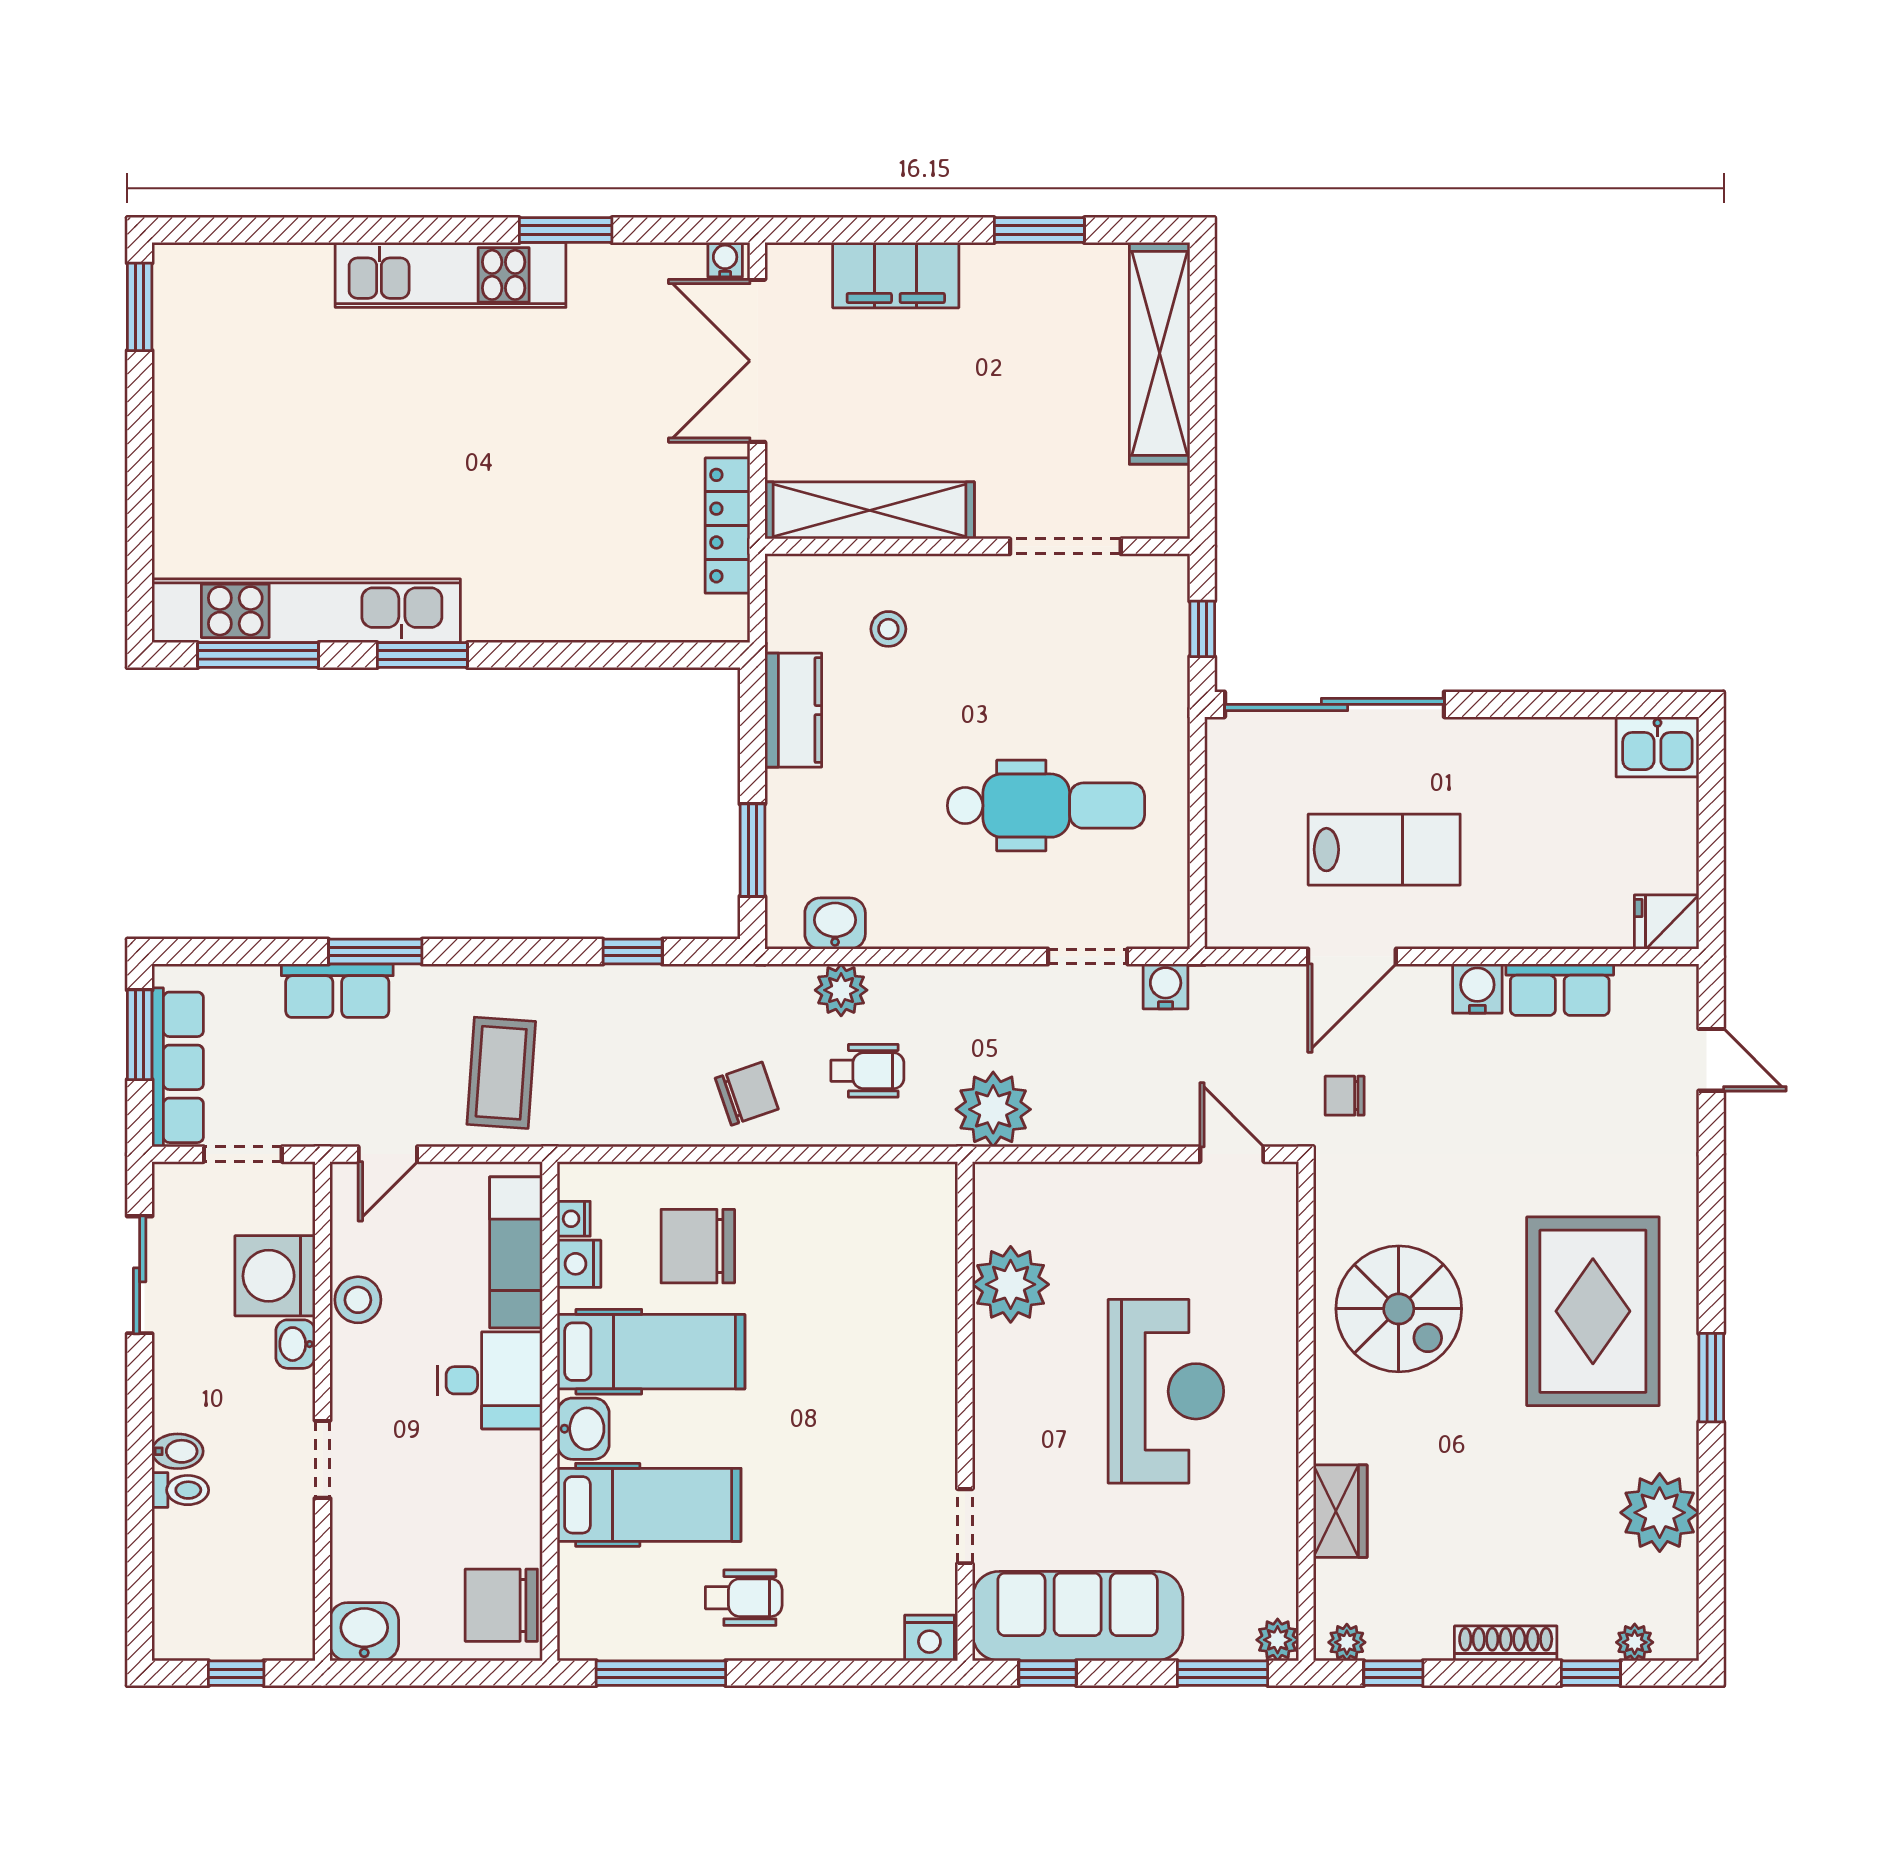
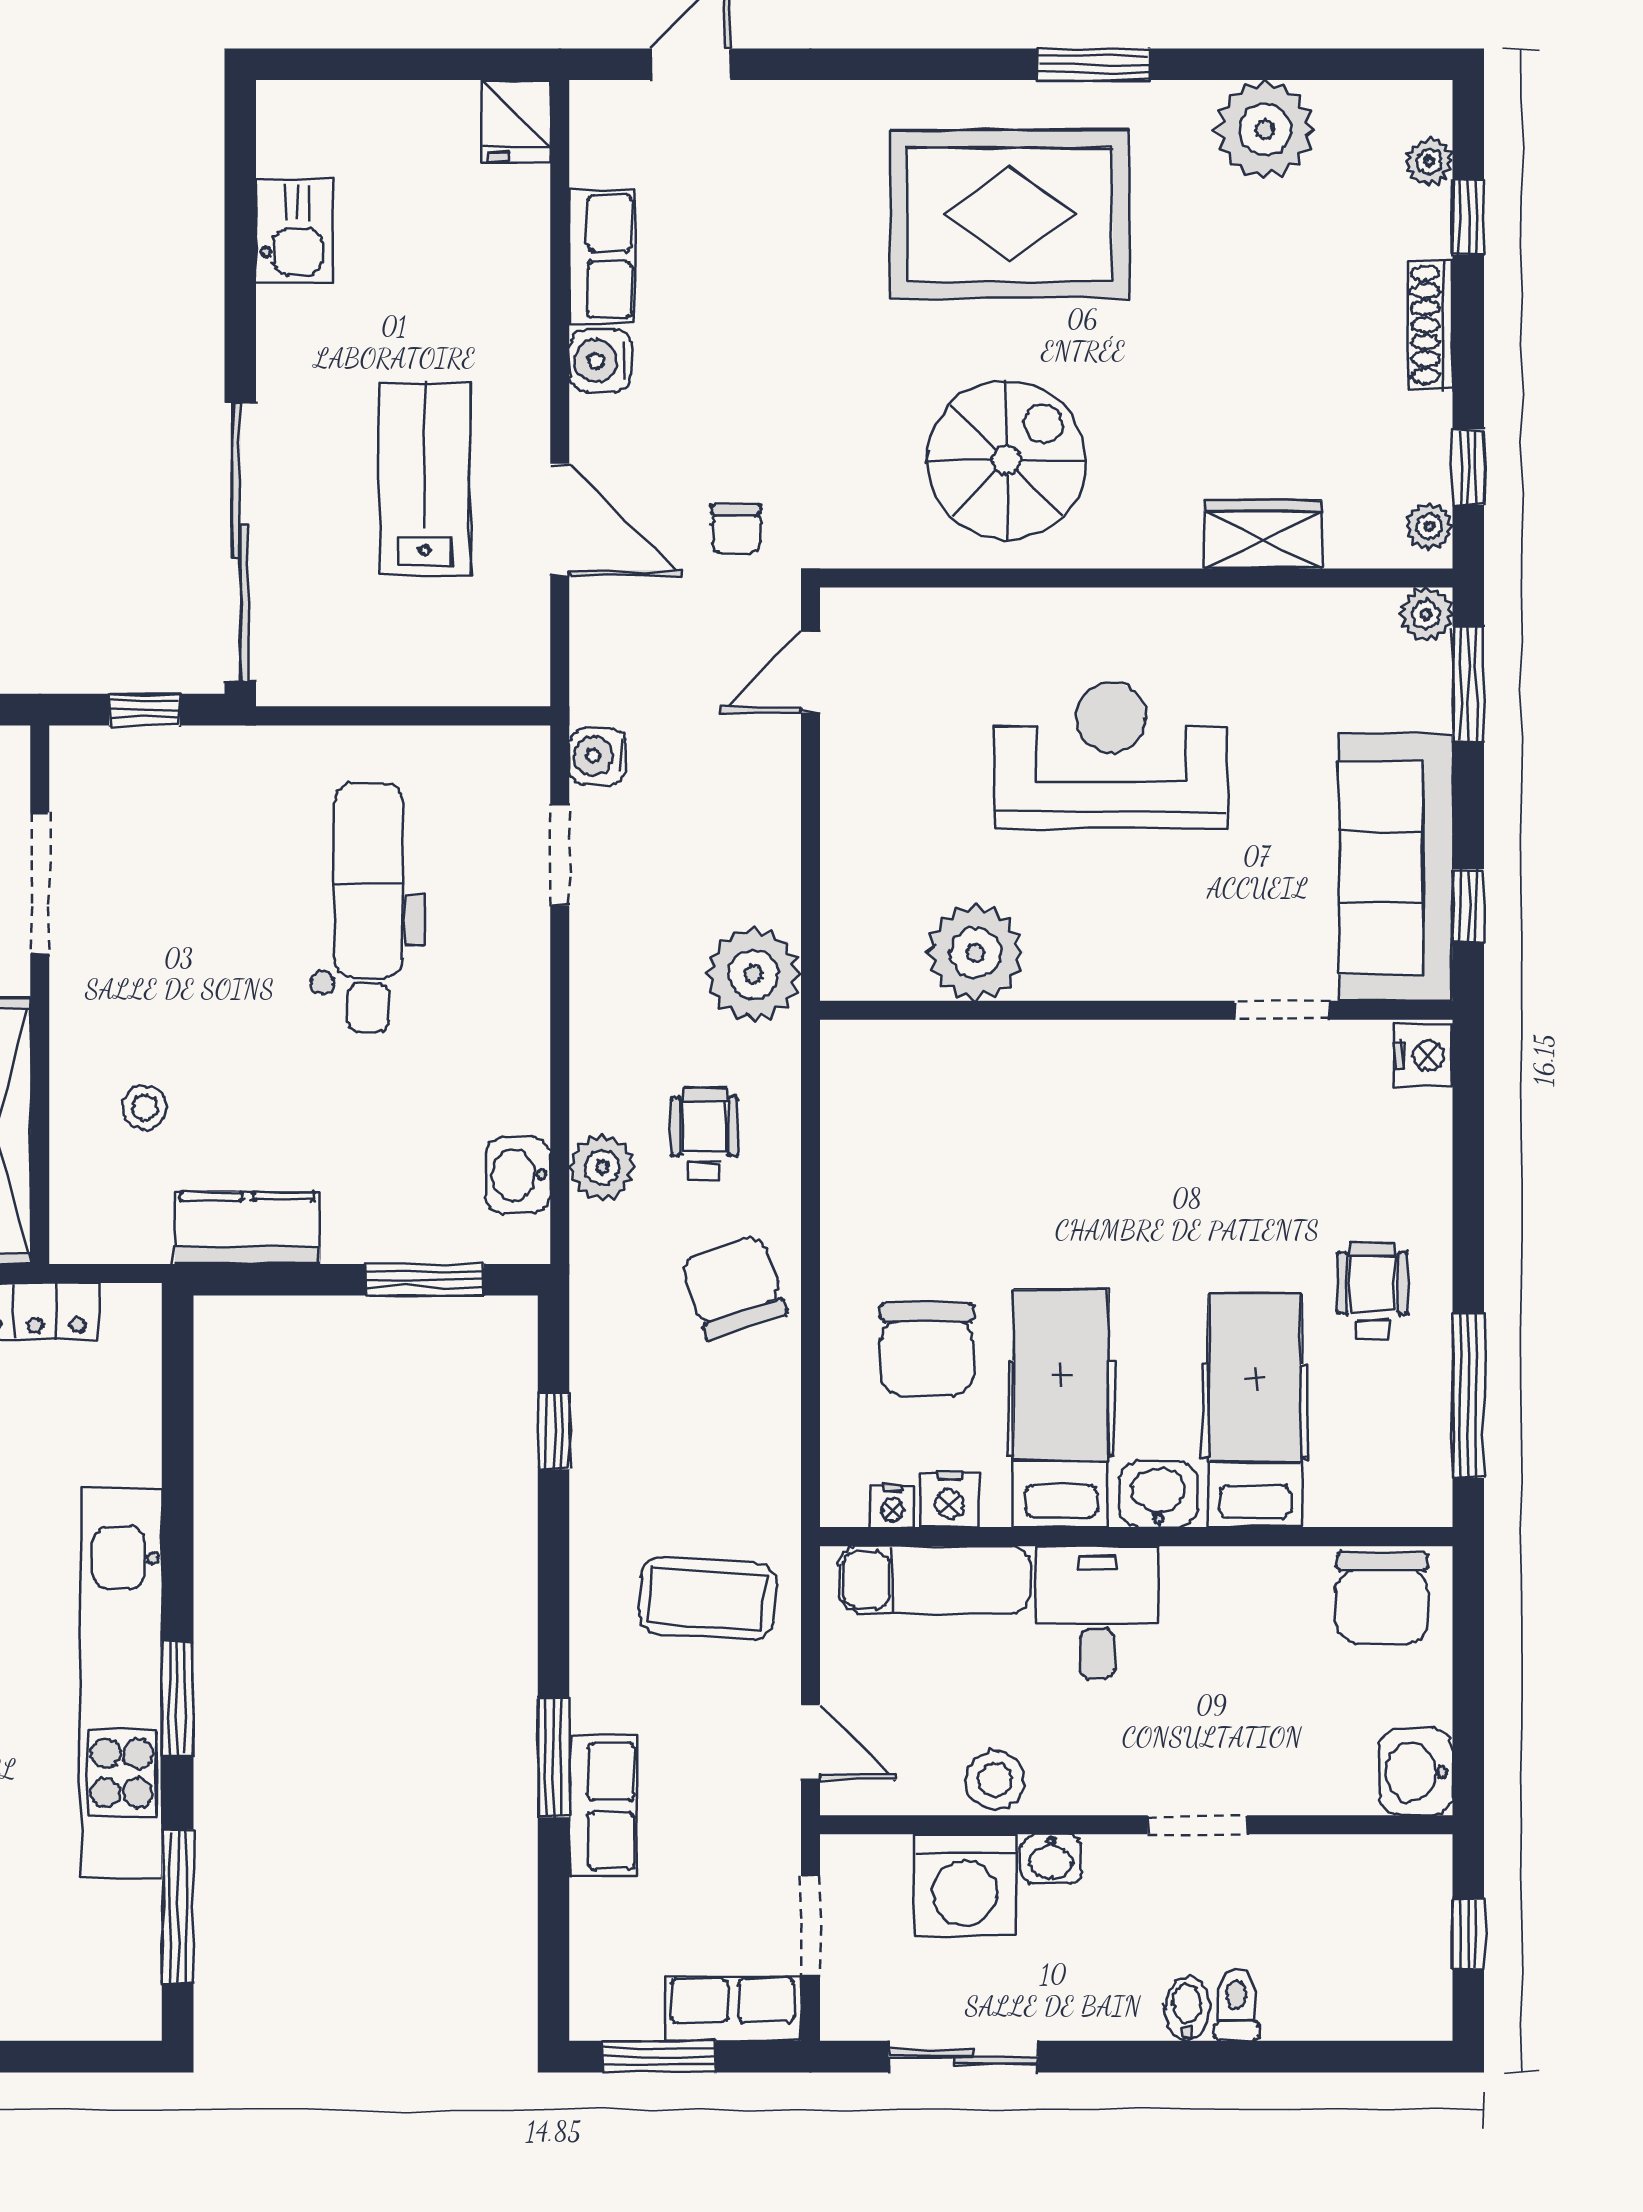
kitchen unit: (306, 611) -> (122, 1683), moved
kitchen sink: (1657, 747) -> (294, 231), moved
row of seats: (178, 1067) -> (733, 2008), width x0.68
chair: (747, 1094) -> (734, 1287), width x1.37, depth x1.37

